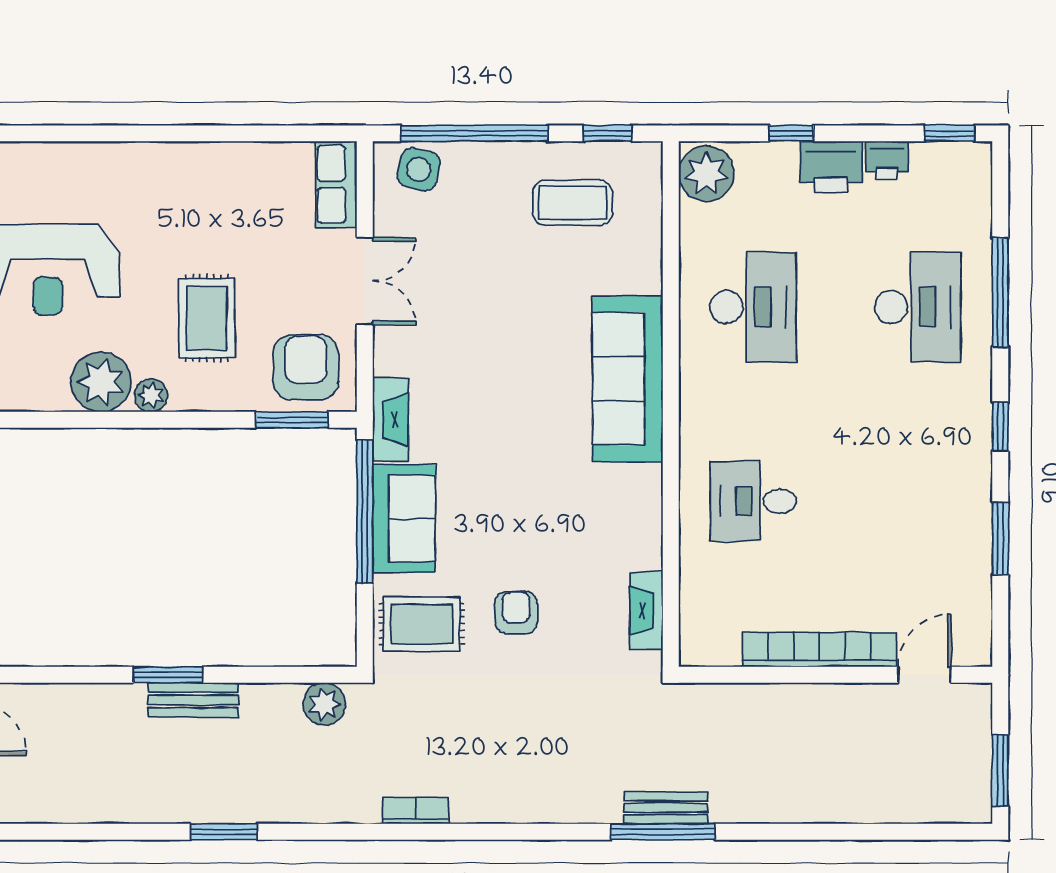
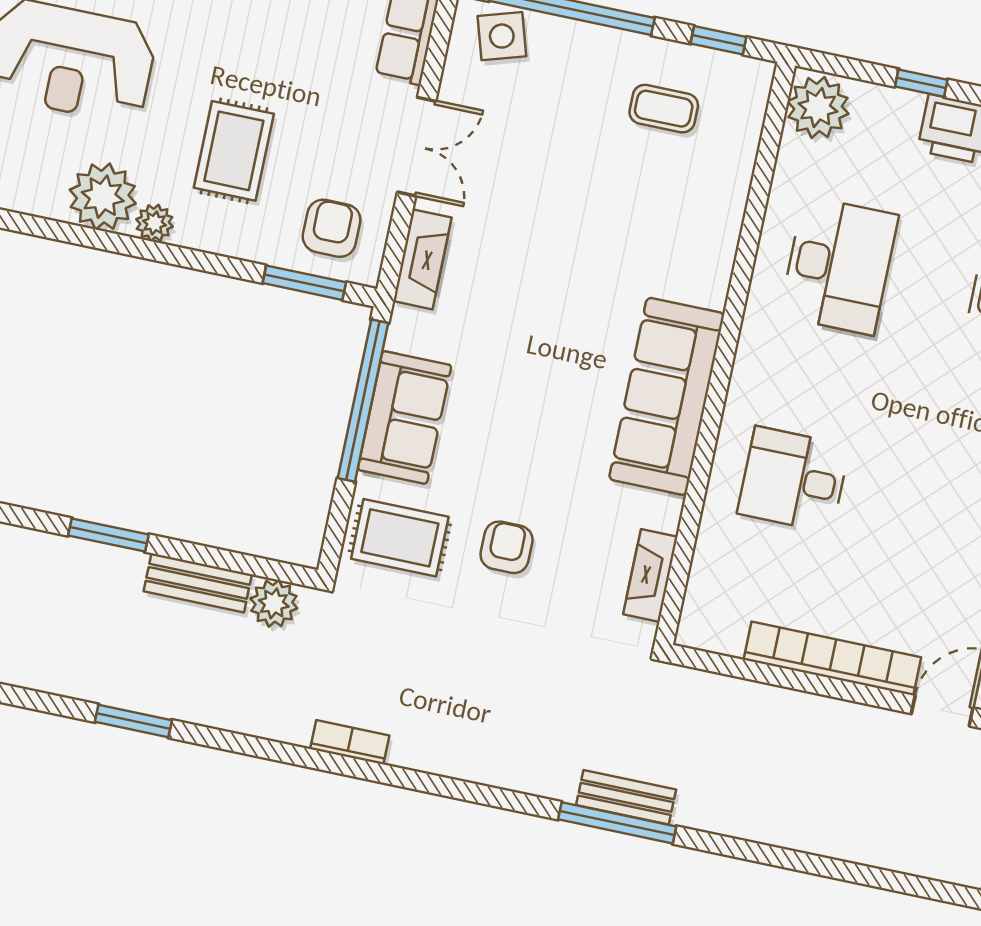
side table: (419, 169) -> (502, 36), turned -30
coffee table: (572, 203) -> (664, 109), width x0.73, depth x0.77
armchair: (306, 367) -> (332, 228), width x0.72, depth x0.72
sofa: (628, 379) -> (667, 396), moved
fireplace: (390, 419) -> (422, 259), moved
bench: (193, 700) -> (198, 583), moved

